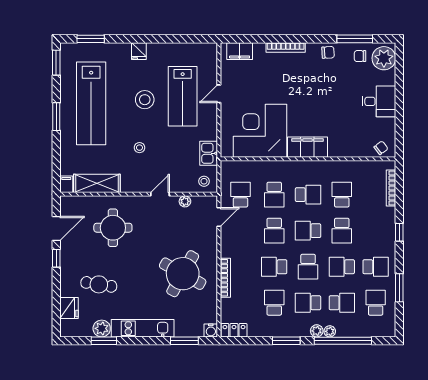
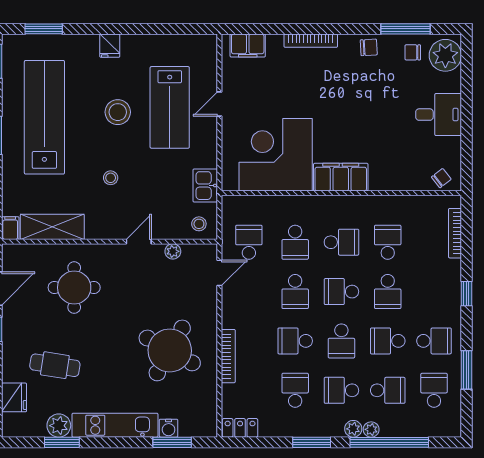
lab bench: (91, 103) -> (44, 117), turned 180
water cooler: (211, 330) -> (169, 428), moved

